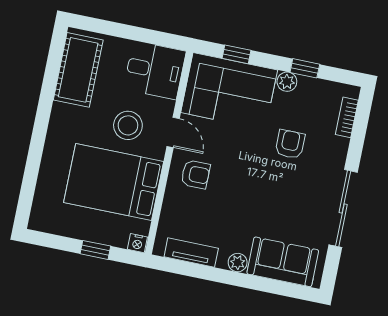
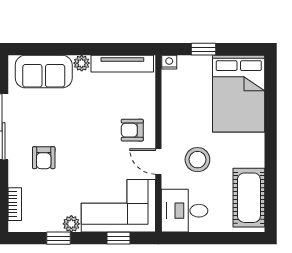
armchair: (290, 144) -> (44, 158), moved
bed: (114, 182) -> (239, 94), moved, turned 90
tv unit: (191, 252) -> (122, 64), width x1.41

